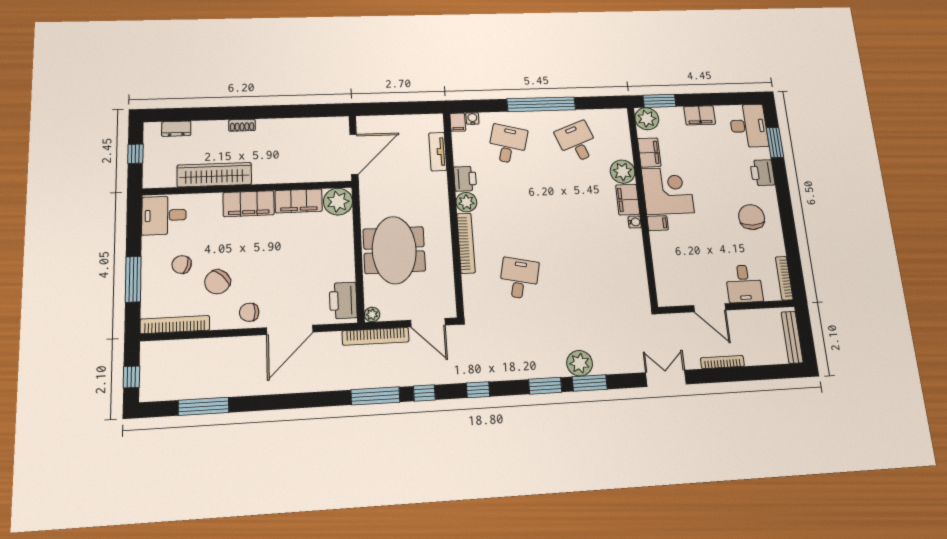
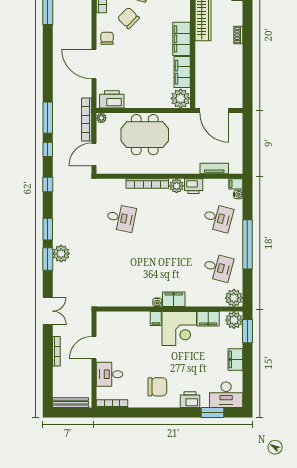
desk: (577, 142) -> (218, 267), turned 36
plant: (623, 172) -> (234, 298), moved

